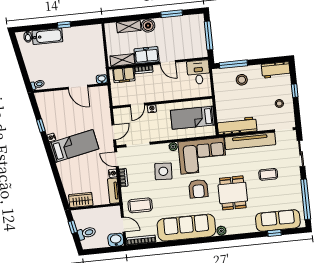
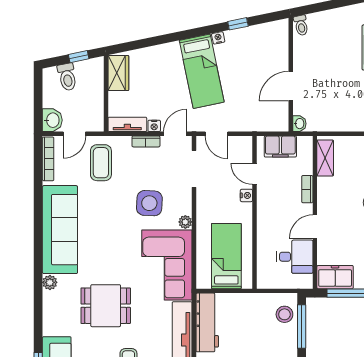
freezer: (147, 55) -> (335, 277), moved, turned -90
desk: (199, 72) -> (295, 257), moved
filing cabinet: (124, 75) -> (280, 147), moved, turned -90
stool: (242, 80) -> (284, 314), moved
armchair: (198, 189) -> (117, 254), removed

